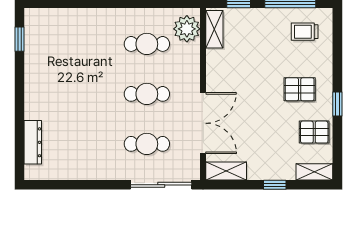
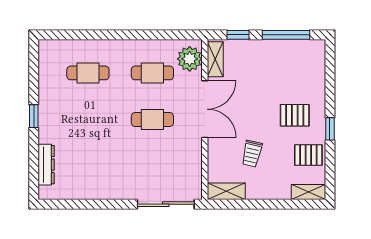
trolley: (305, 32) -> (252, 154), moved, turned -77
window: (20, 39) -> (34, 116), moved
double door: (203, 123) -> (205, 109), moved
cafe table: (147, 144) -> (88, 73), moved
window: (275, 185) -> (271, 204), removed

